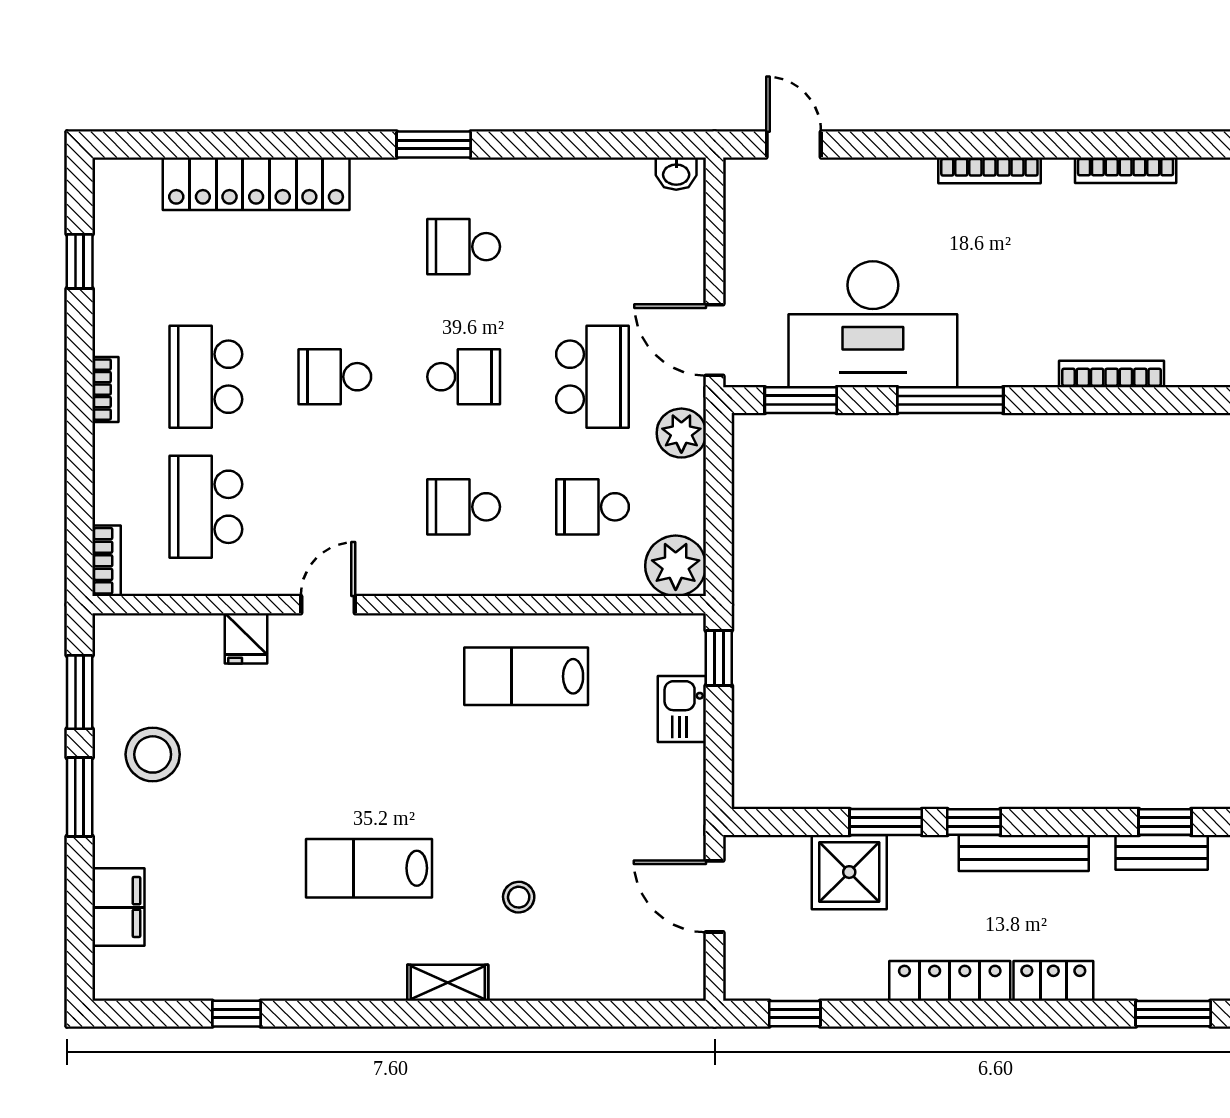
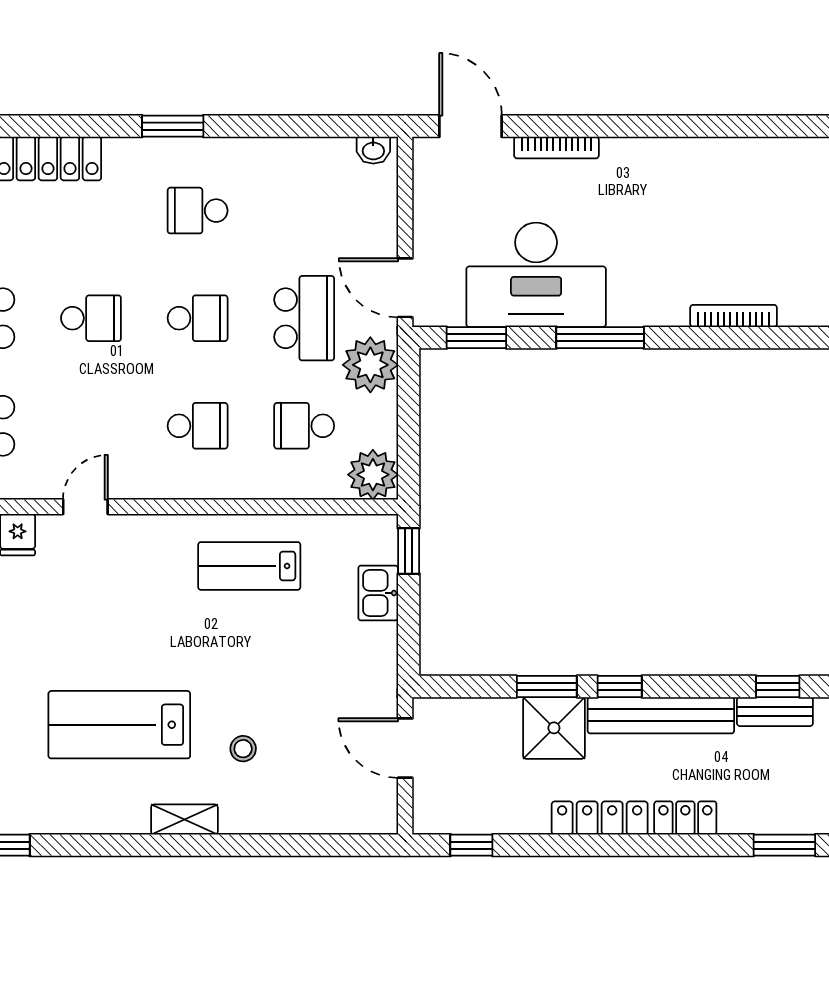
door: (794, 145) -> (471, 126), width x1.38
bookcase: (989, 170) -> (556, 148), moved
bookcase: (1126, 170) -> (745, 147), removed
school desk: (335, 377) -> (91, 318), turned 180
plant: (681, 433) -> (370, 365), width x1.36, depth x1.36
school desk: (464, 507) -> (198, 426), turned 180
bench: (1024, 853) -> (661, 715), width x1.37, depth x1.21
lab bench: (369, 868) -> (119, 725), width x1.36, depth x1.39
shower: (849, 872) -> (554, 728), moved

